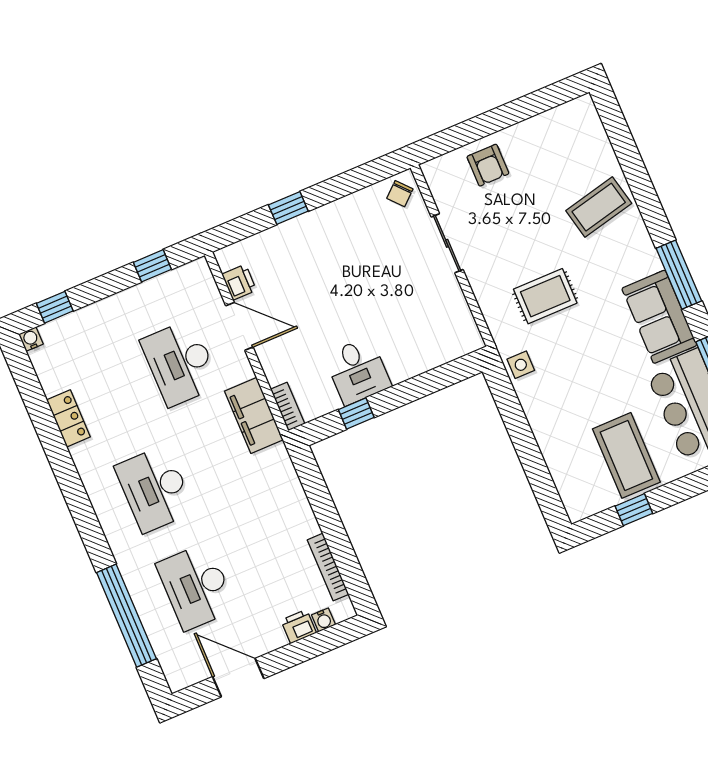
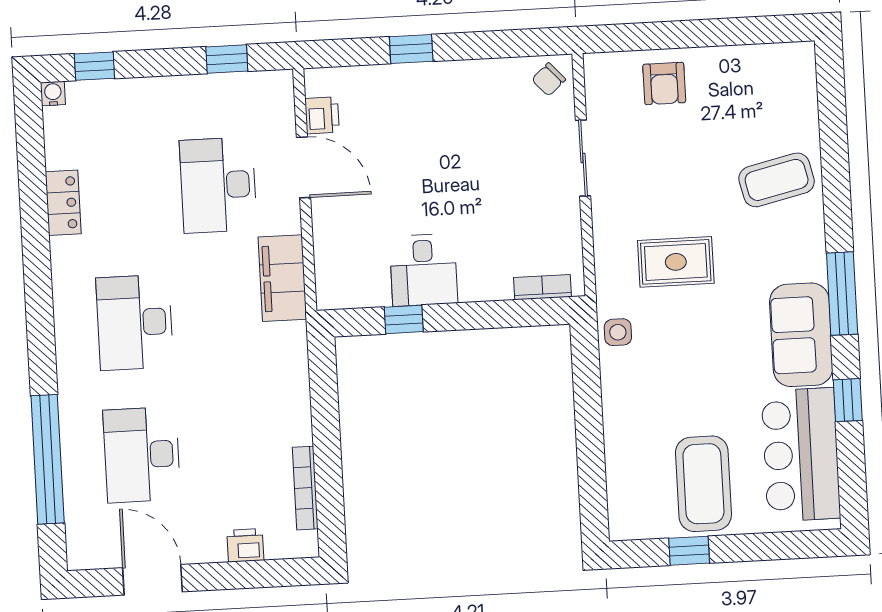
bookcase: (288, 406) -> (543, 287), moved, turned -90
water cooler: (324, 620) -> (277, 548), removed

